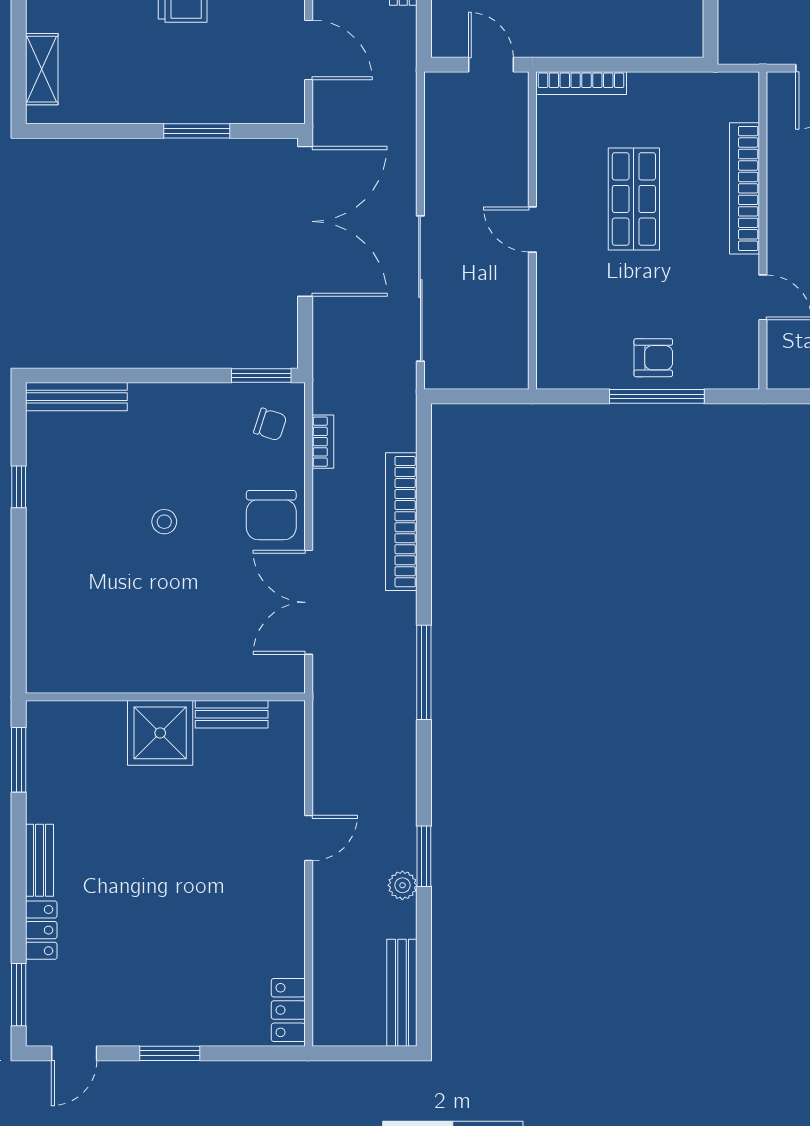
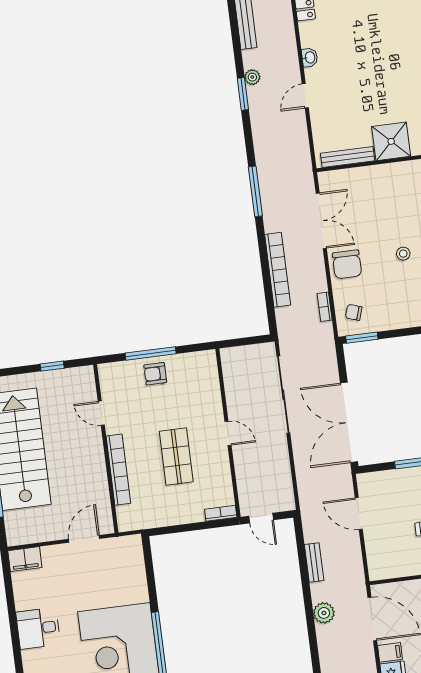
bookcase: (581, 83) -> (221, 513), width x0.64
chair: (271, 515) -> (347, 264), turned 180
bench: (232, 714) -> (348, 157), width x1.36
washbasin: (291, 908) -> (310, 57), added

